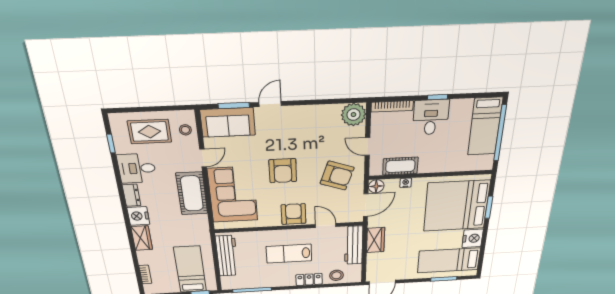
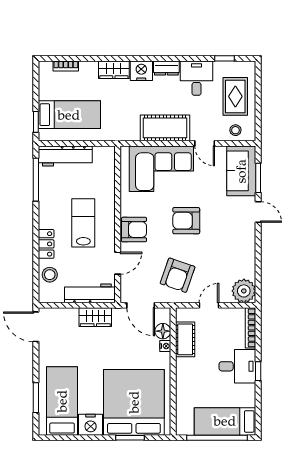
floor lamp: (376, 186) -> (163, 331), moved
workbench: (227, 256) -> (65, 156), moved

